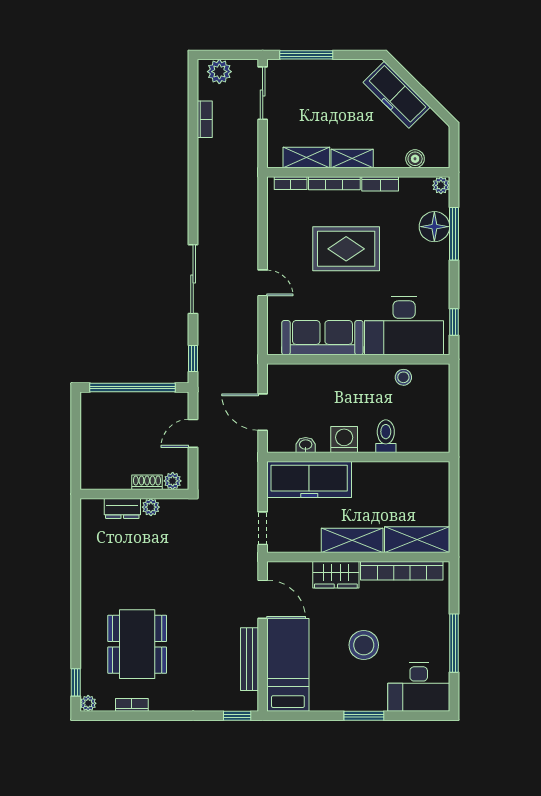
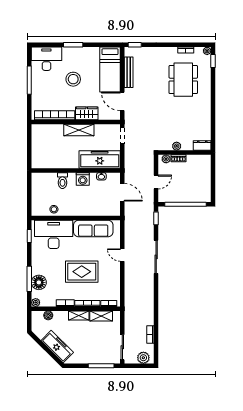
dresser: (122, 508) -> (202, 145), moved
shelving: (417, 540) -> (47, 130), removed

